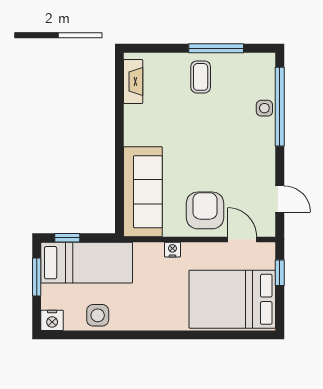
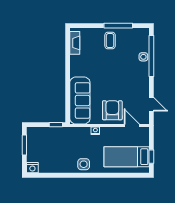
window: (67, 238) -> (56, 125), moved
bed: (87, 263) -> (51, 138), removed
window: (280, 273) -> (151, 157), moved
bed: (232, 299) -> (127, 157), width x0.67
side table: (98, 315) -> (84, 164), moved

